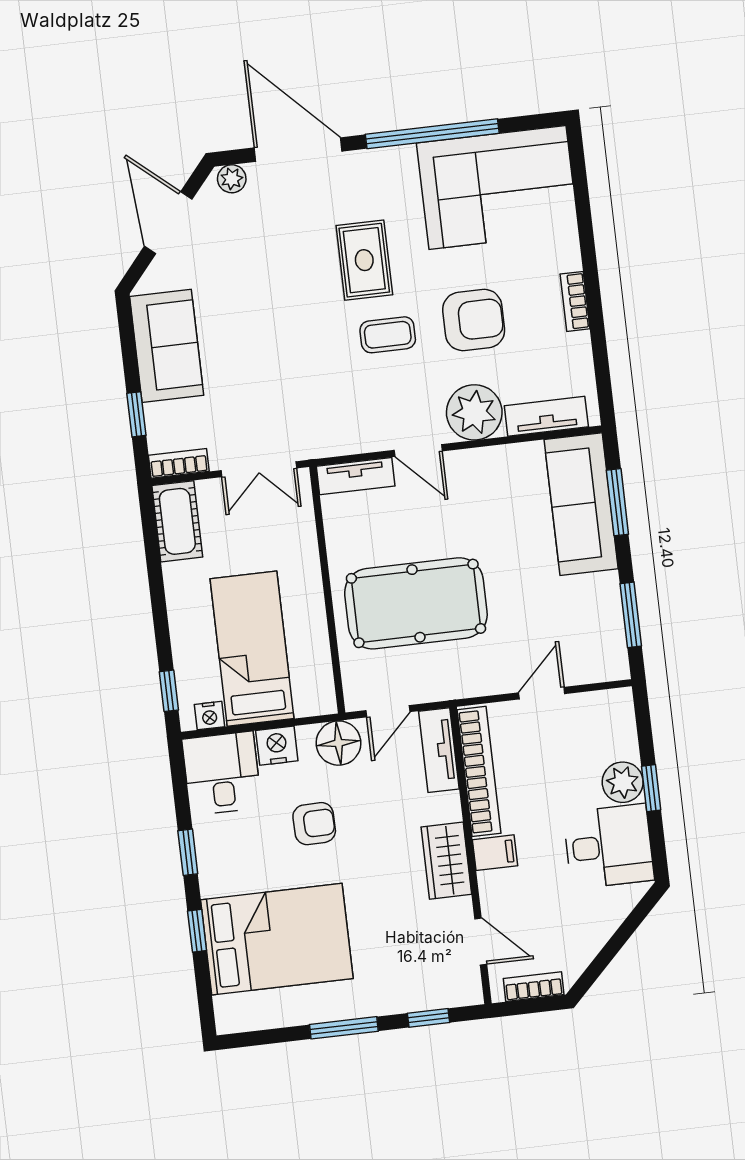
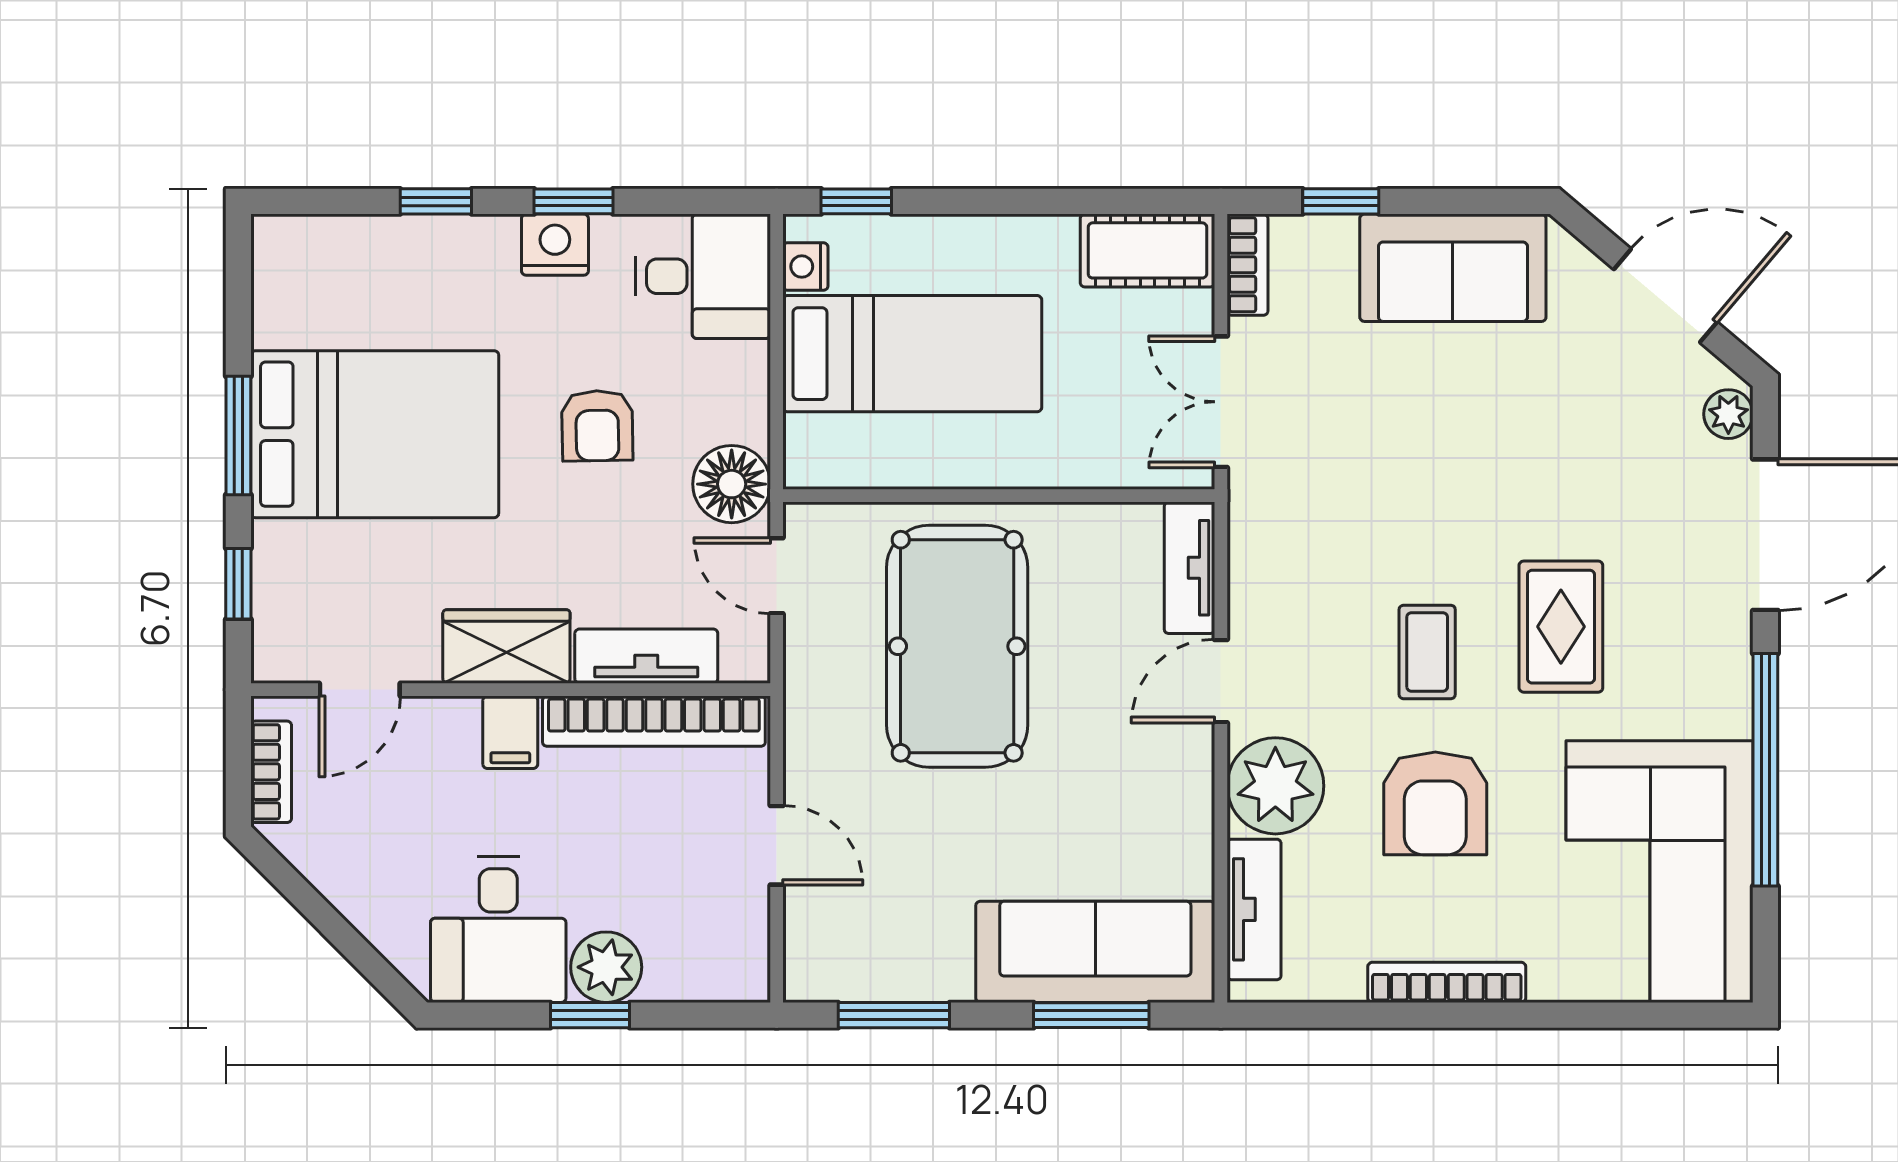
rug: (364, 260) -> (1561, 627), turned 90
bookcase: (575, 301) -> (1447, 982), width x1.56
nightstand: (277, 746) -> (555, 245), moved, turned -90
tv unit: (439, 750) -> (646, 656), moved
bed: (277, 939) -> (375, 434), moved, turned -90

